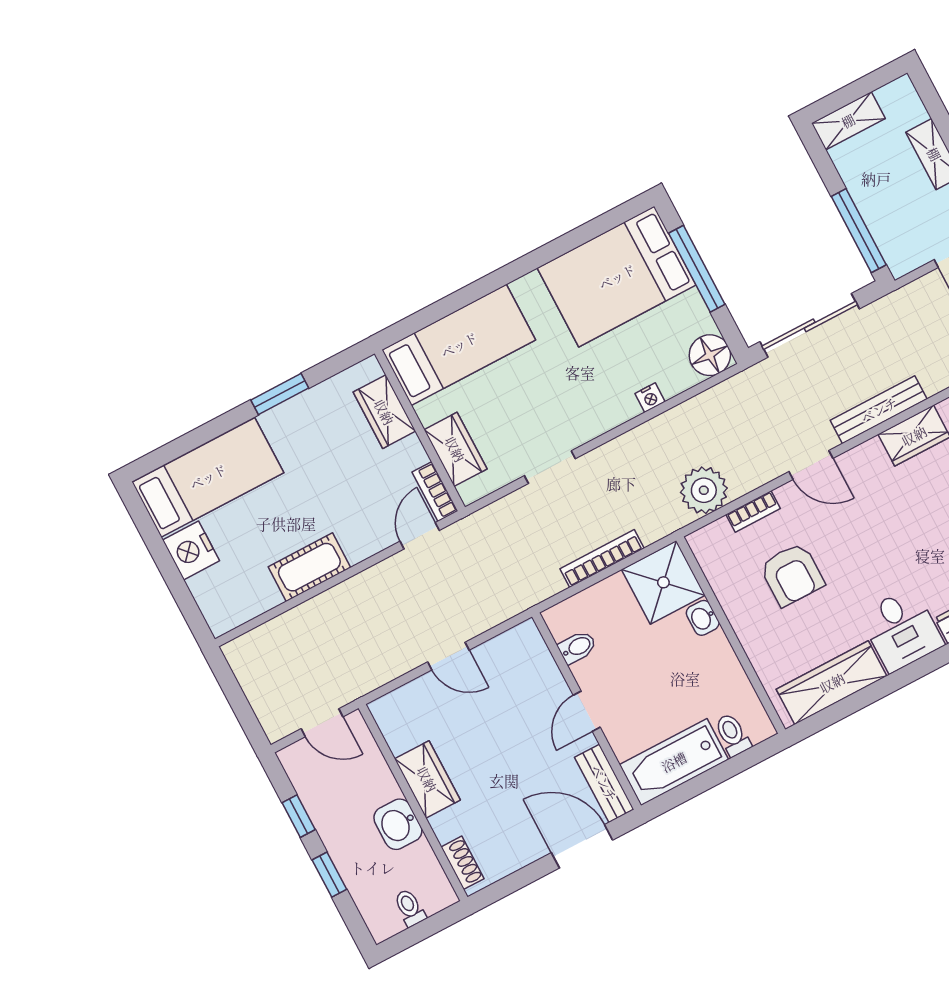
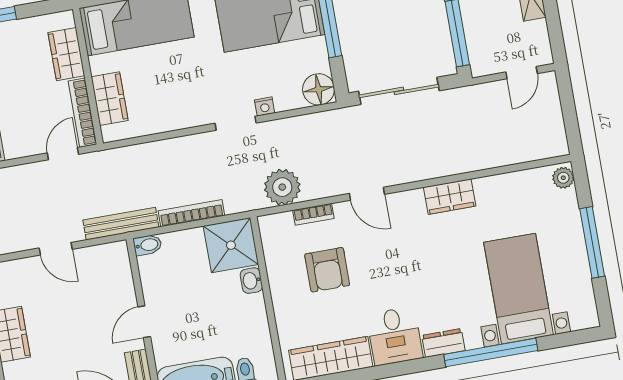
bench: (879, 410) -> (121, 224), moved
doorway: (550, 467) -> (236, 123), moved
bookcase: (435, 492) -> (82, 113), width x1.56
bidet: (577, 647) -> (148, 245), moved

